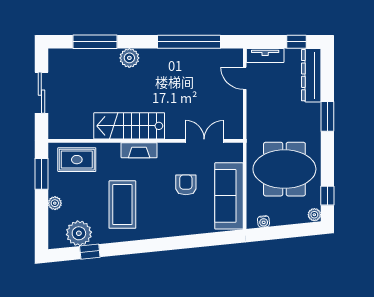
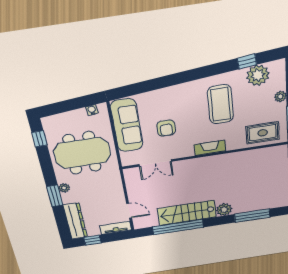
stairs: (129, 126) -> (187, 213), moved, turned 180
plant: (314, 215) -> (64, 188), moved

